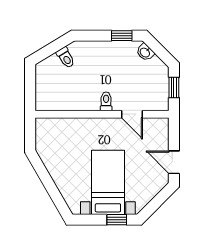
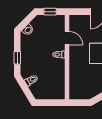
window: (122, 36) -> (17, 58), moved
door: (132, 114) -> (67, 38), hinge flipped

